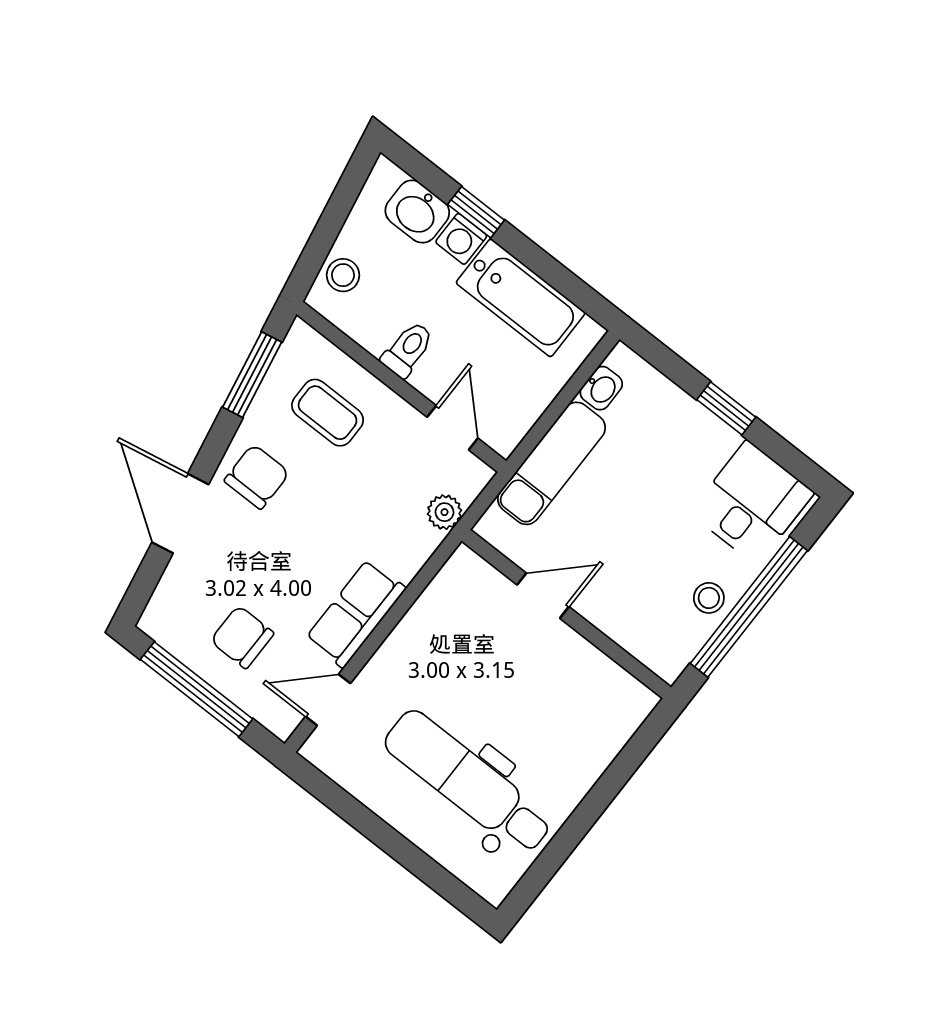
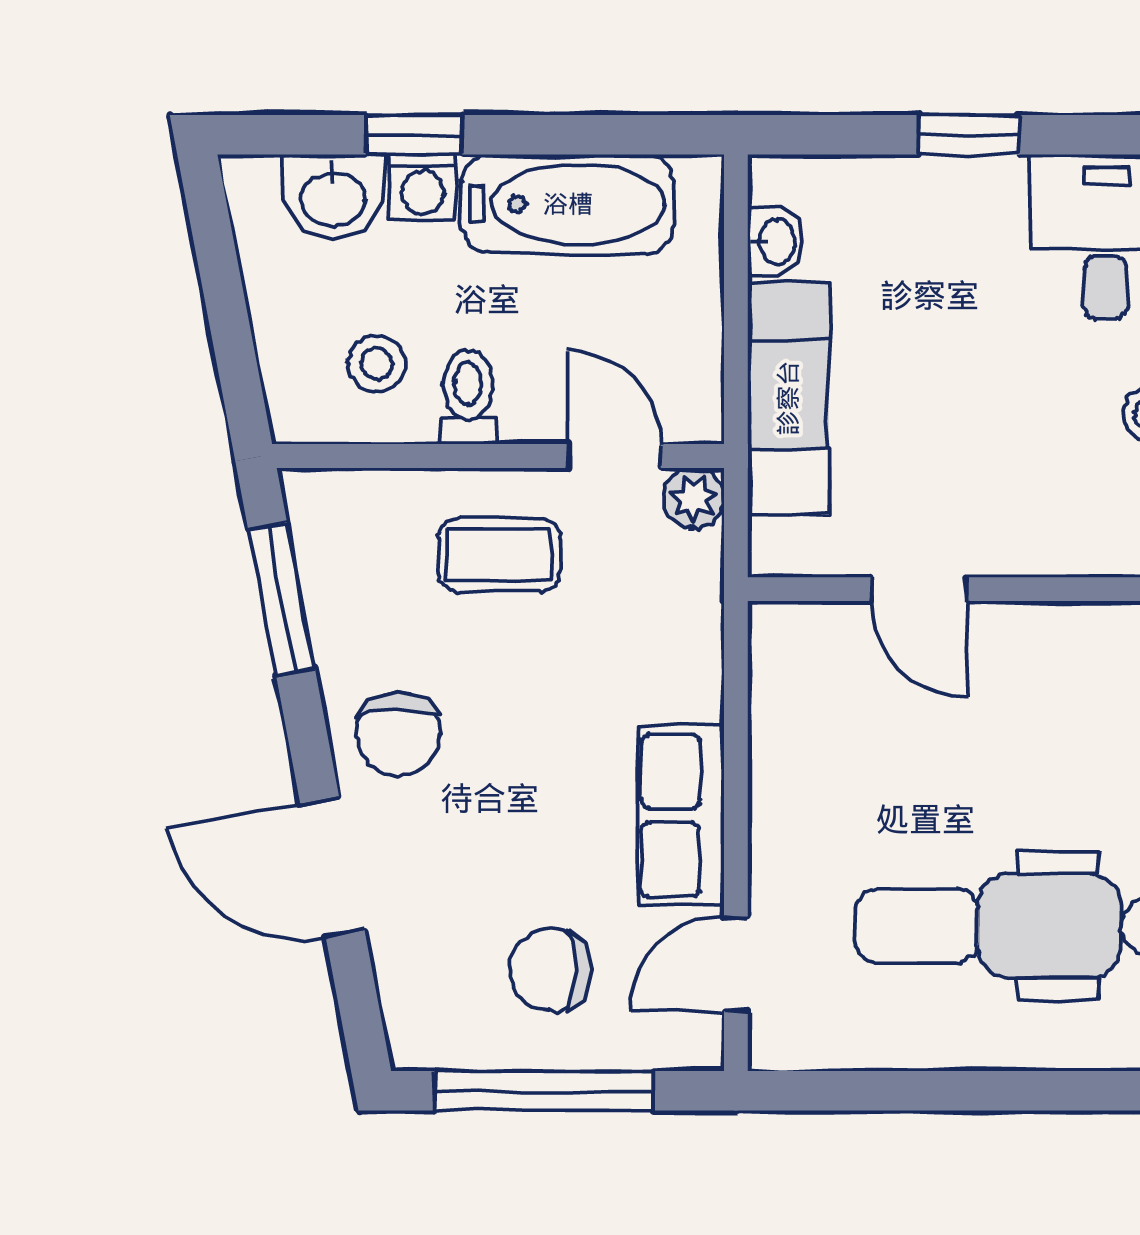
stool: (343, 275) -> (377, 364), moved
coffee table: (328, 413) -> (499, 555), moved
chair: (257, 477) -> (398, 734), turned 180
plant: (444, 512) -> (694, 498), moved
door: (543, 596) -> (919, 589), swing flipped

